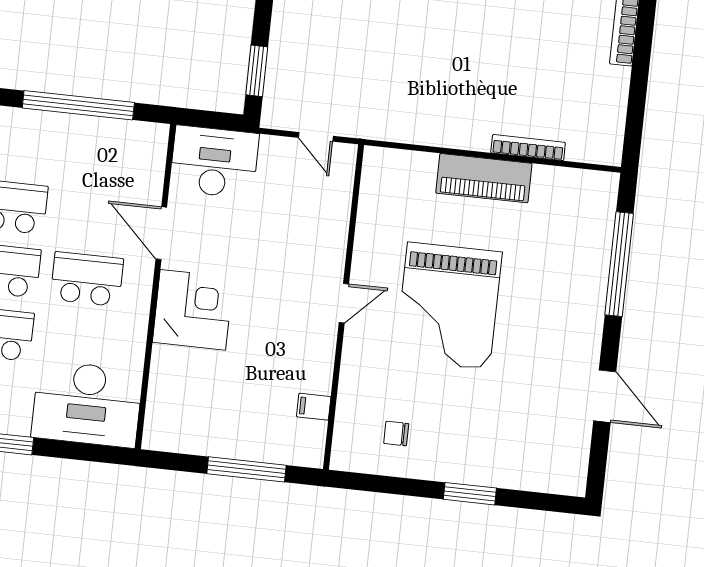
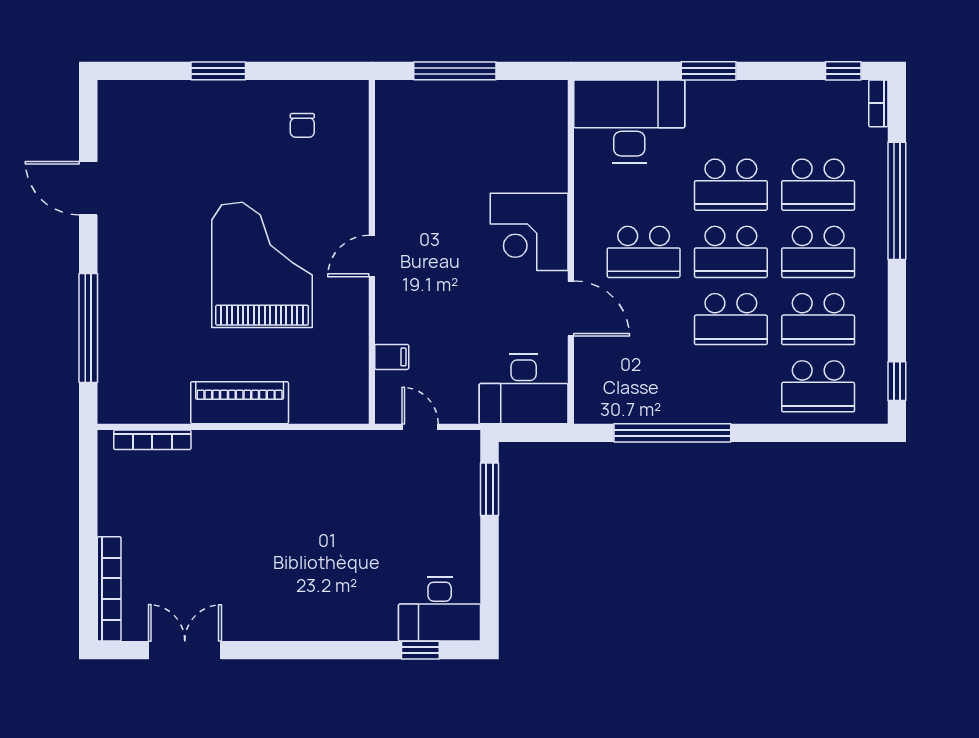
bookcase: (528, 148) -> (152, 440), moved
filing cabinet: (314, 407) -> (392, 357), moved
chair: (396, 434) -> (302, 125), turned 90

